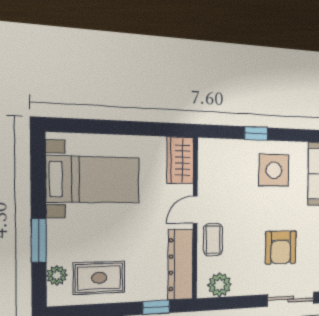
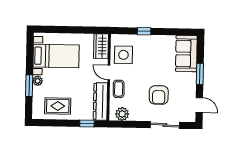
side table: (274, 170) -> (123, 55), moved
door: (195, 210) -> (109, 72), hinge flipped
plant: (57, 275) -> (38, 81), moved

